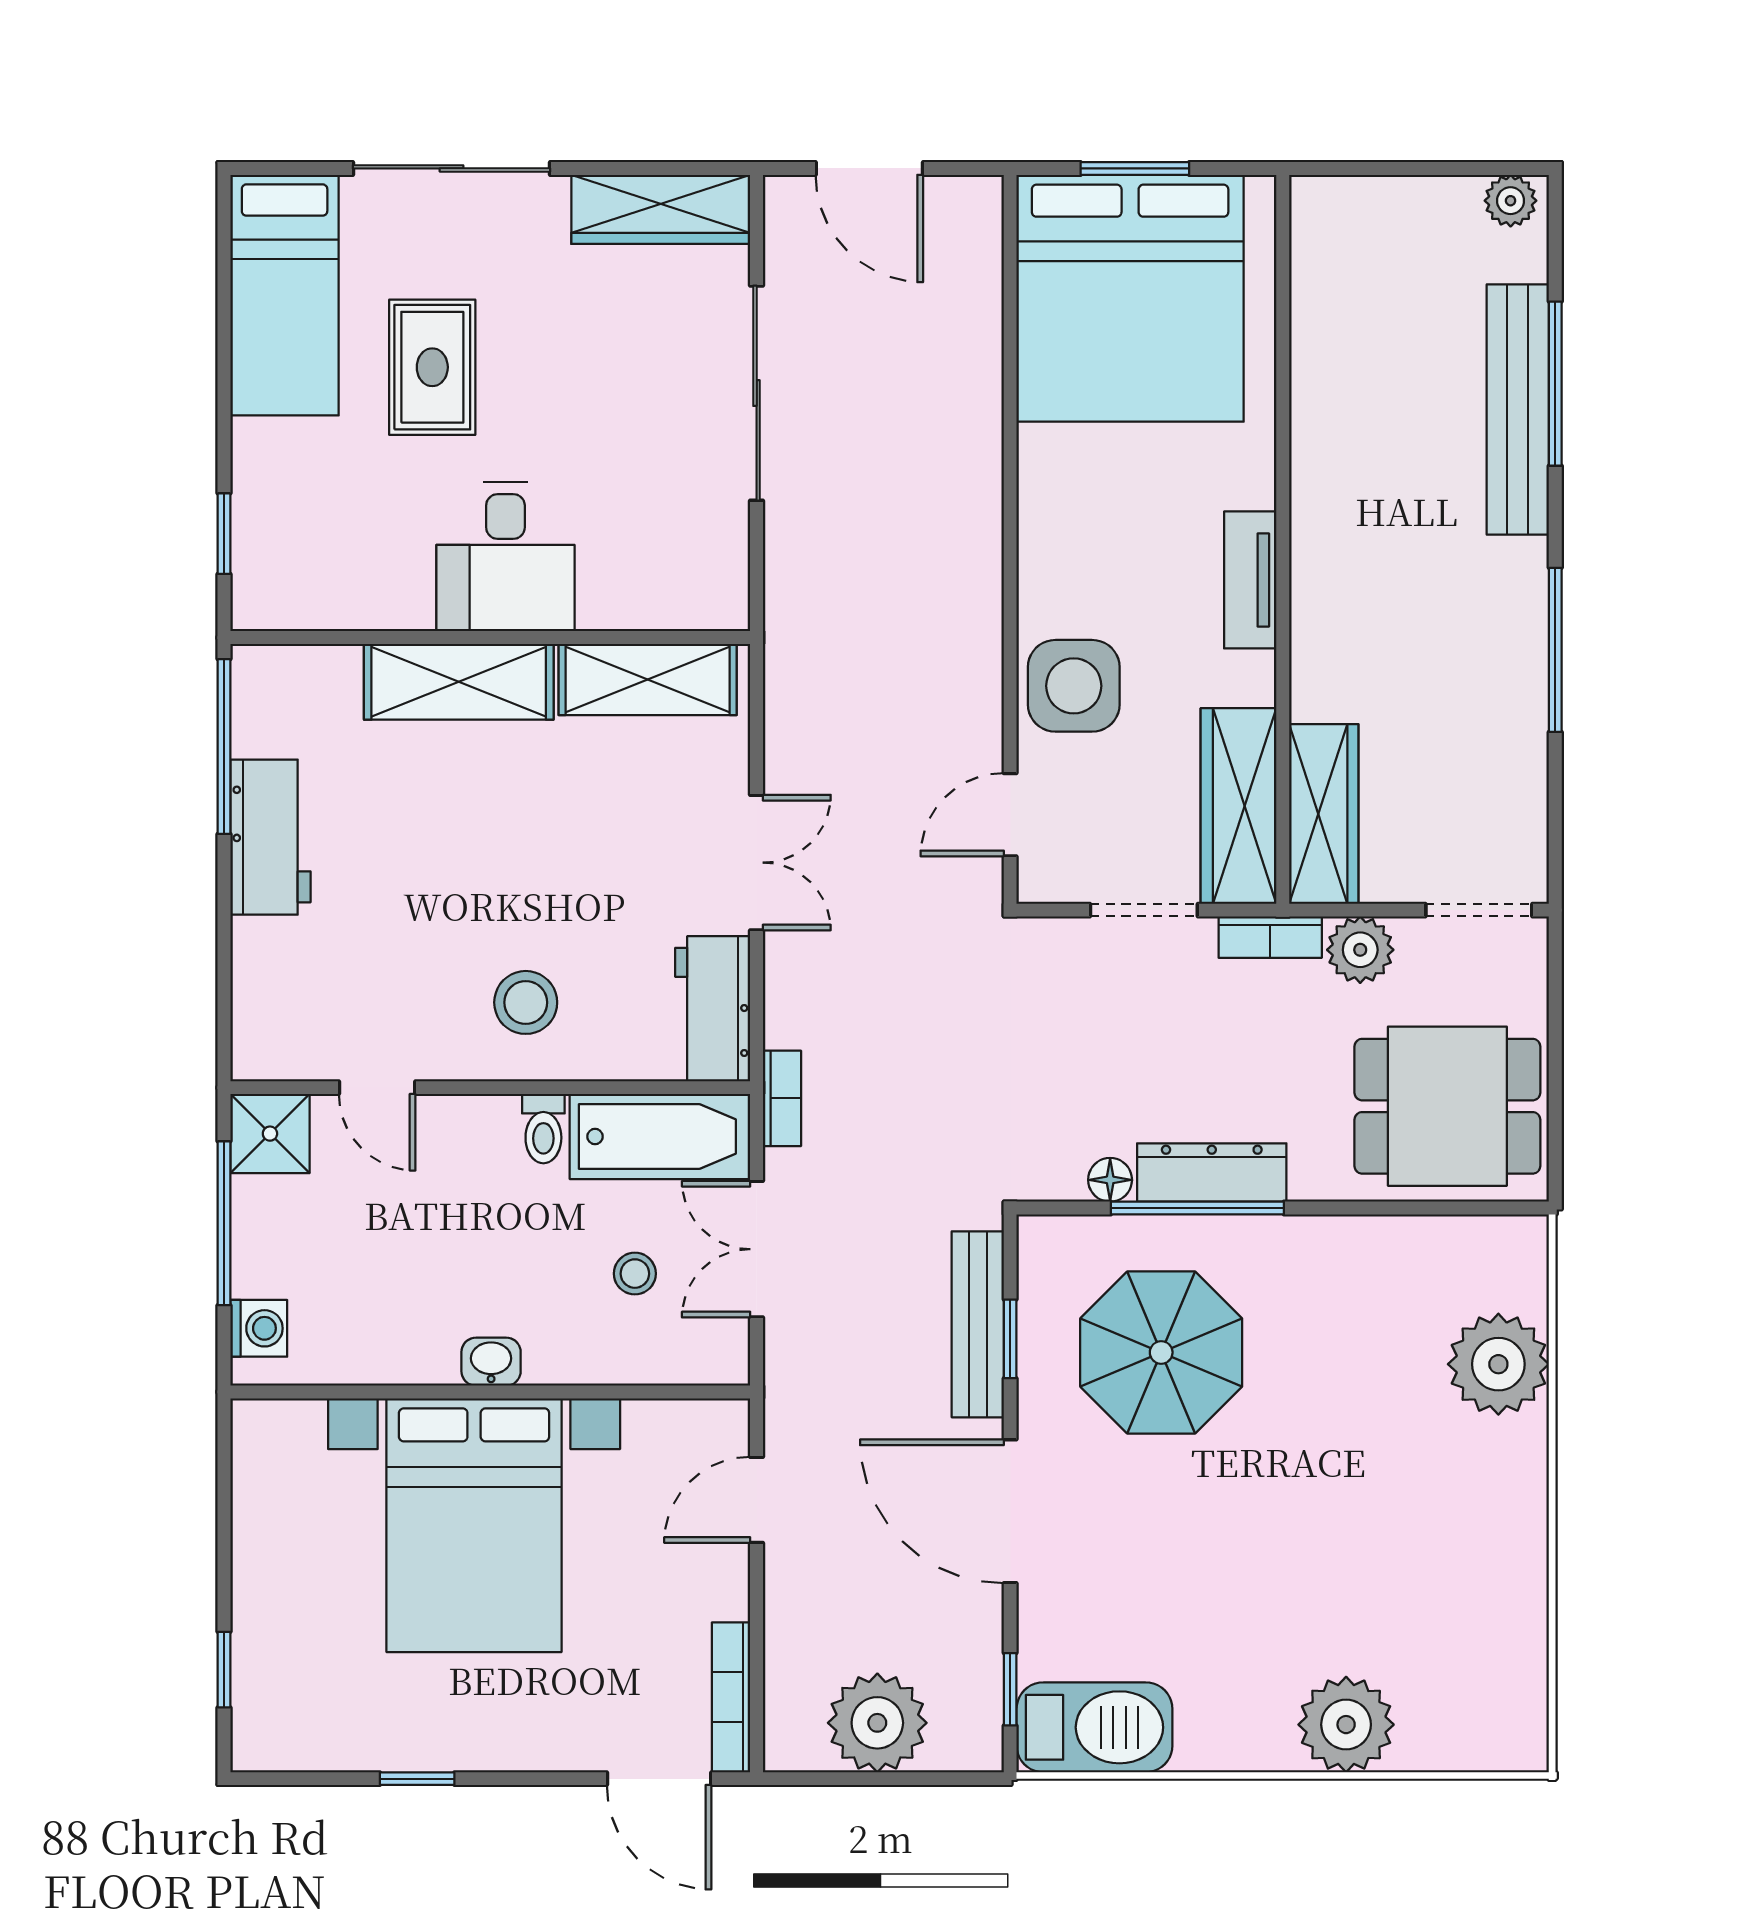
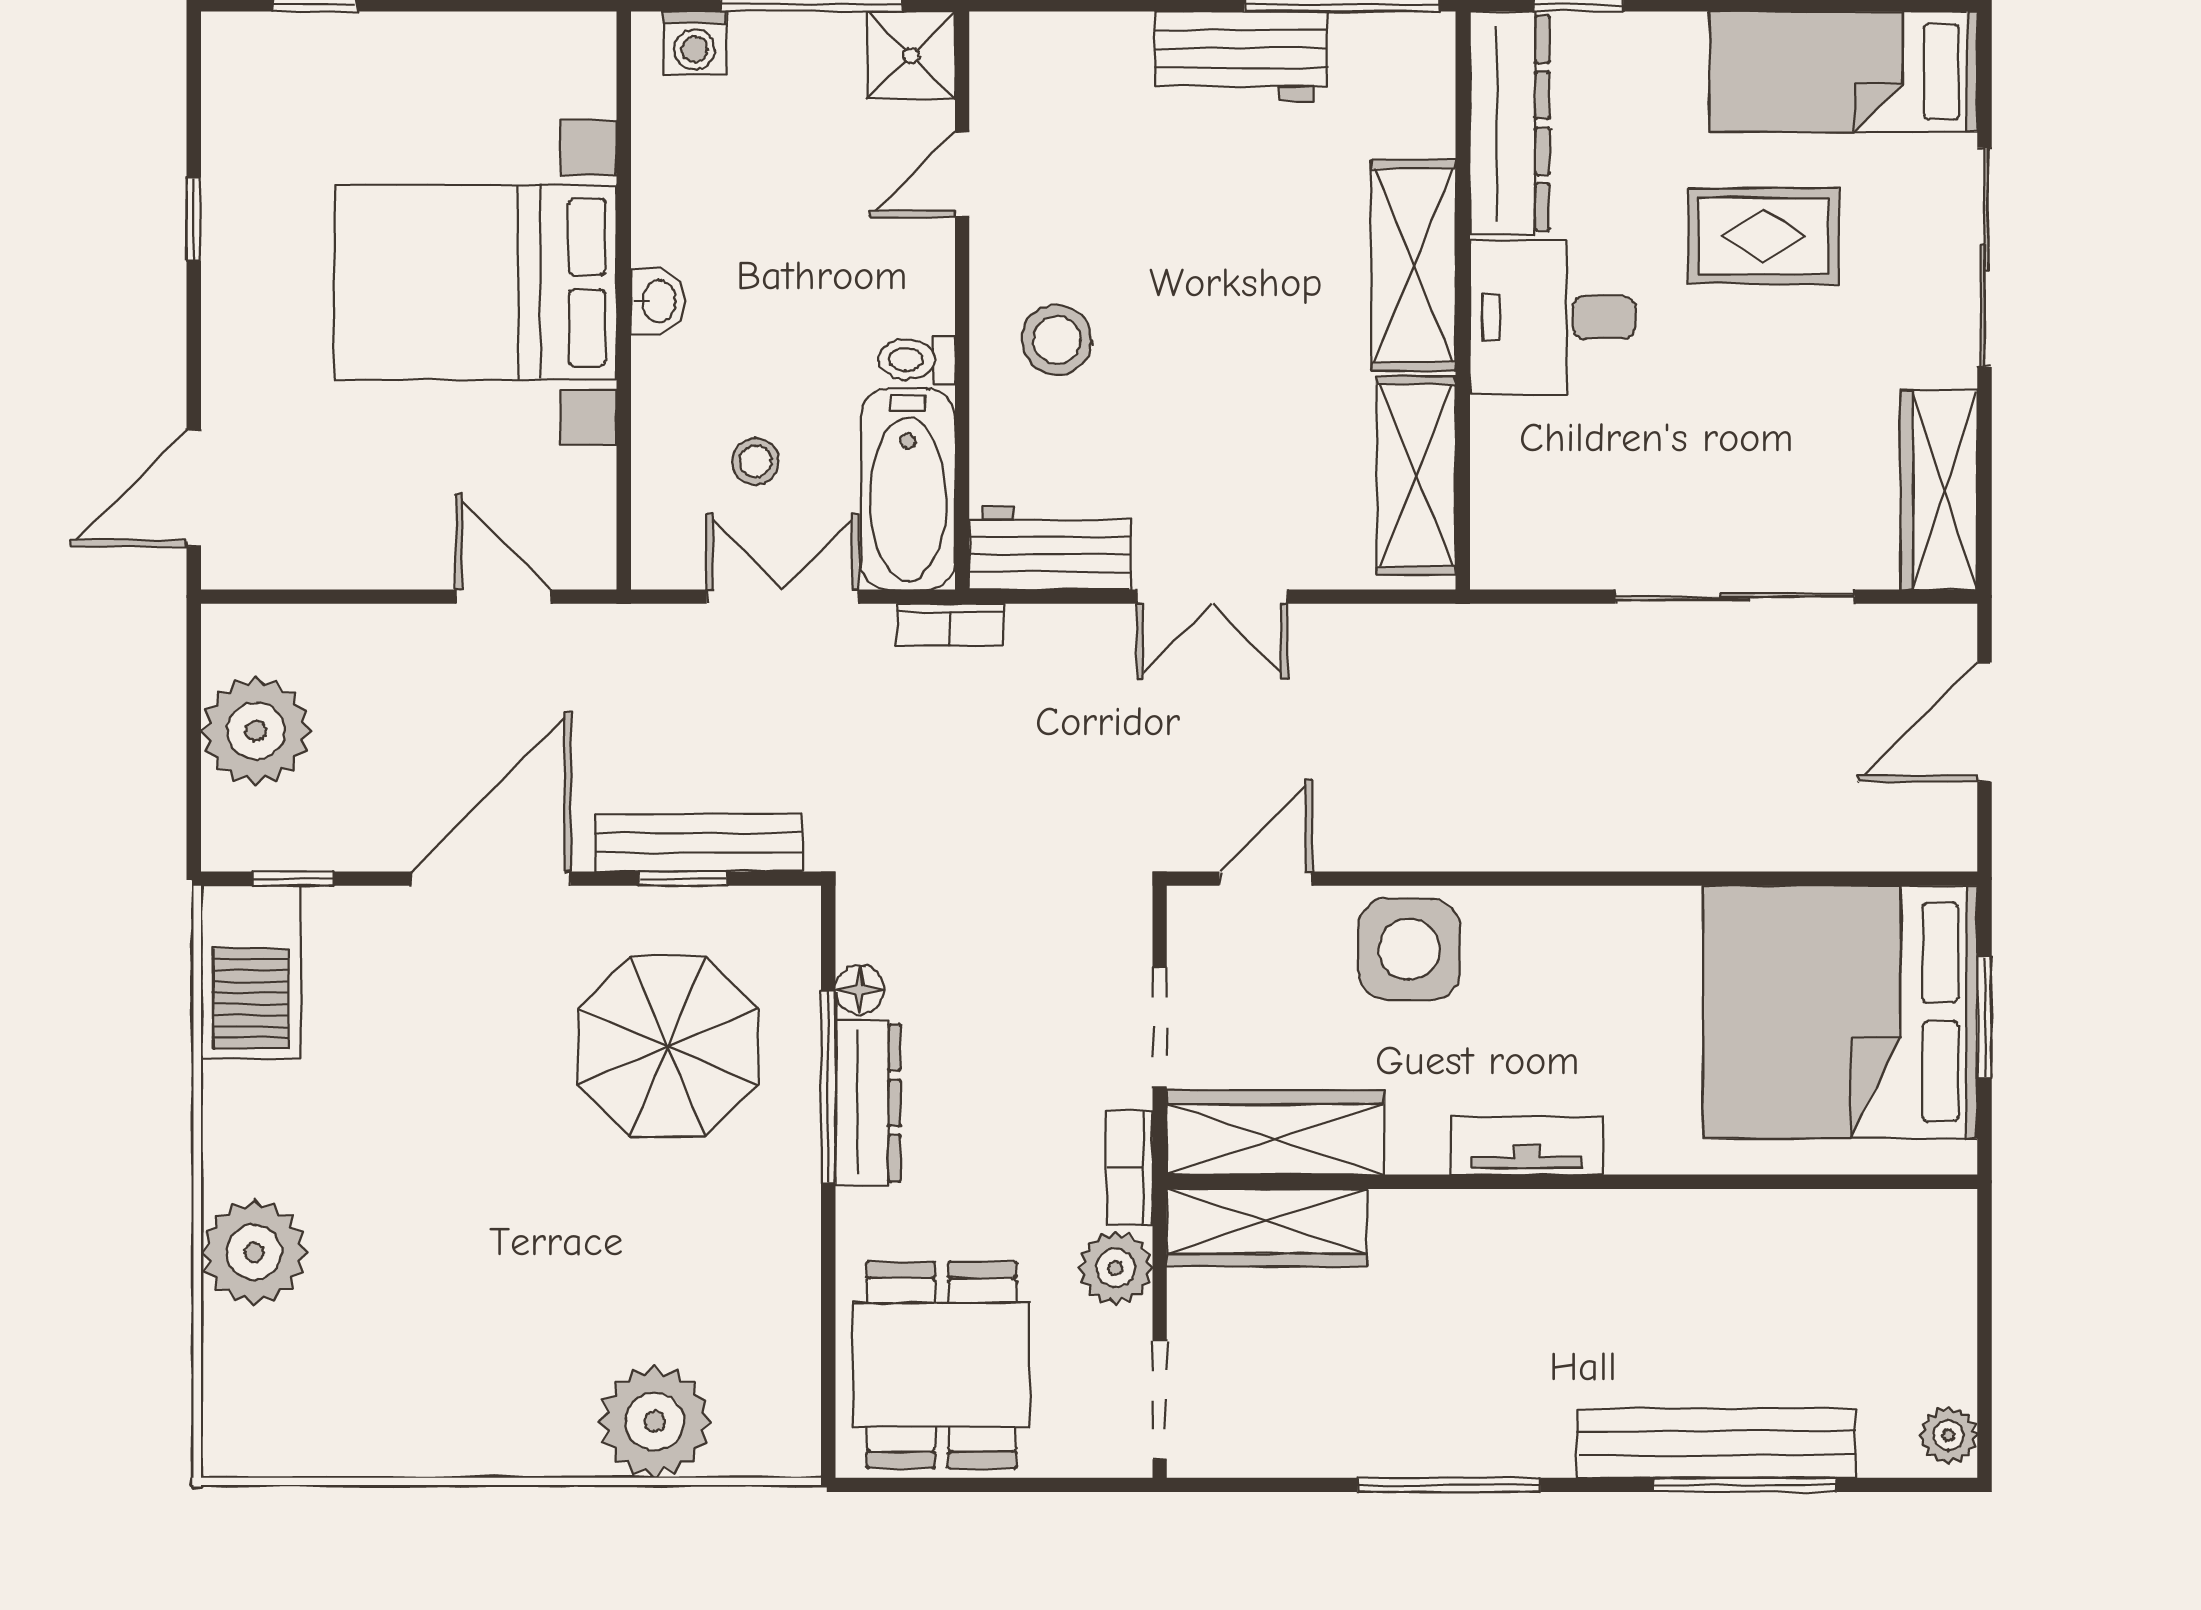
dresser: (331, 595) -> (1510, 123), added
door: (1010, 815) -> (1266, 879), hinge flipped
bookcase: (731, 1697) -> (284, 568), removed

